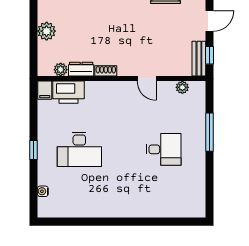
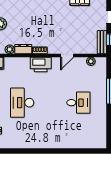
door: (147, 79) -> (67, 55), hinge flipped
printer: (68, 92) -> (41, 64), moved
desk: (79, 149) -> (22, 103), turned 90

